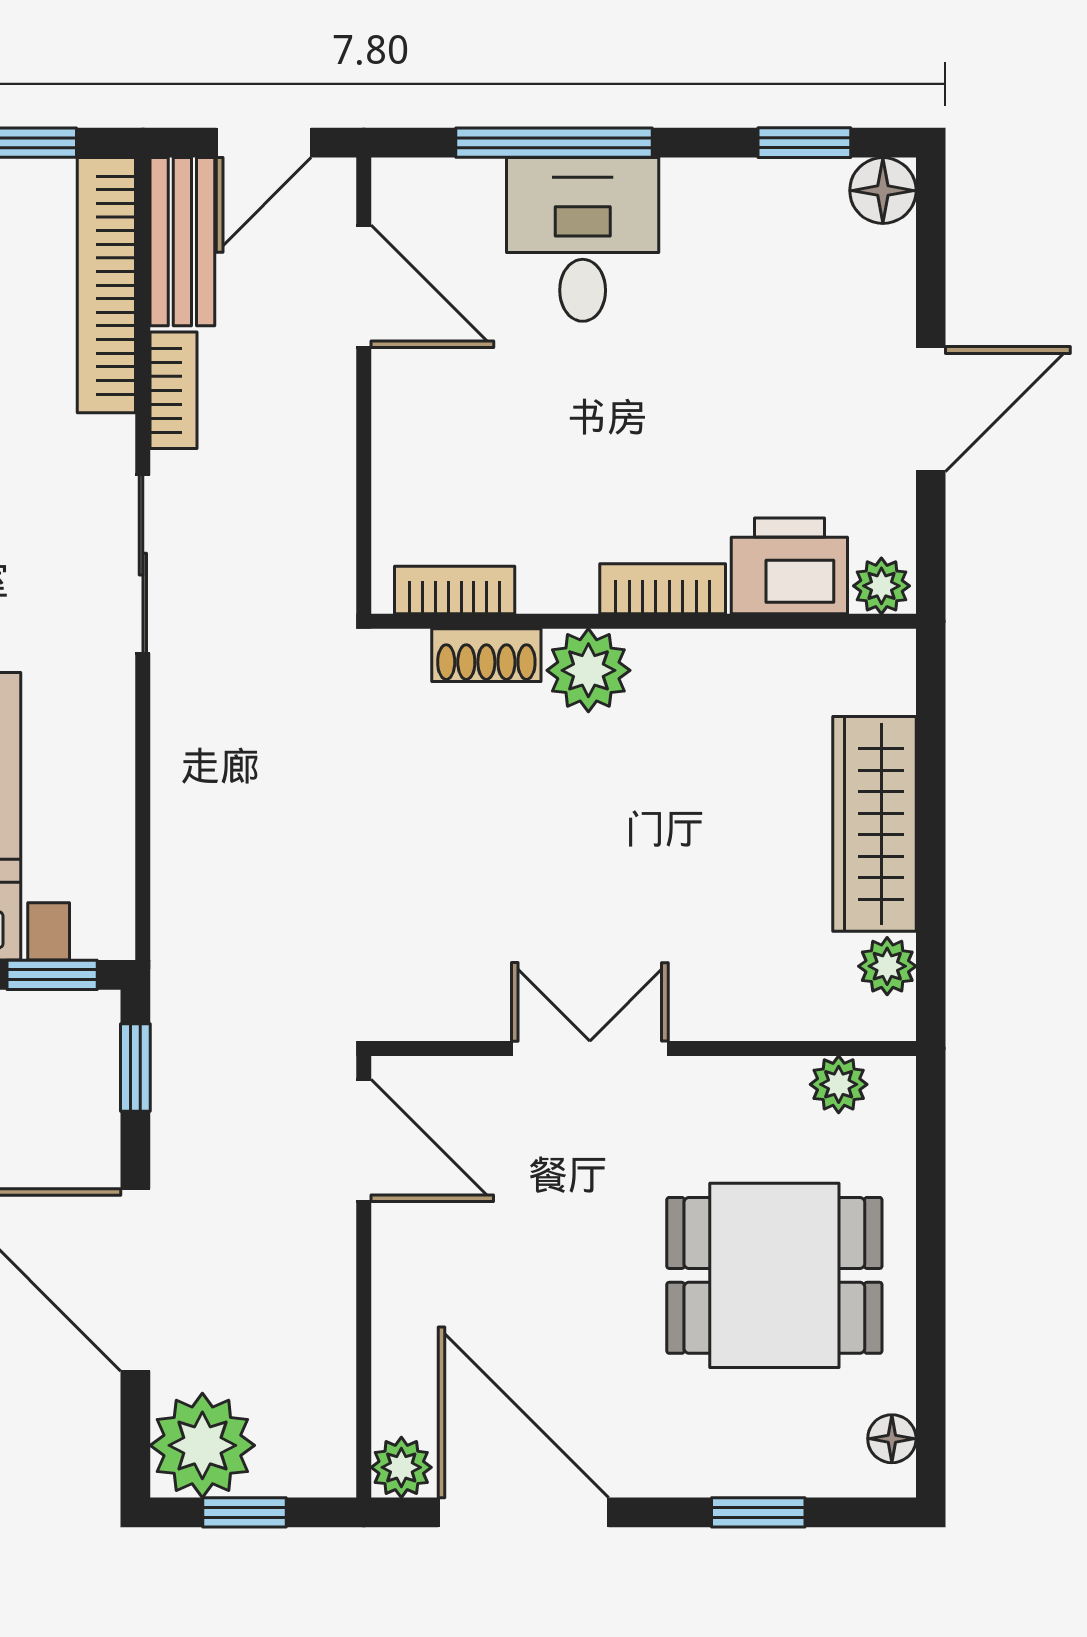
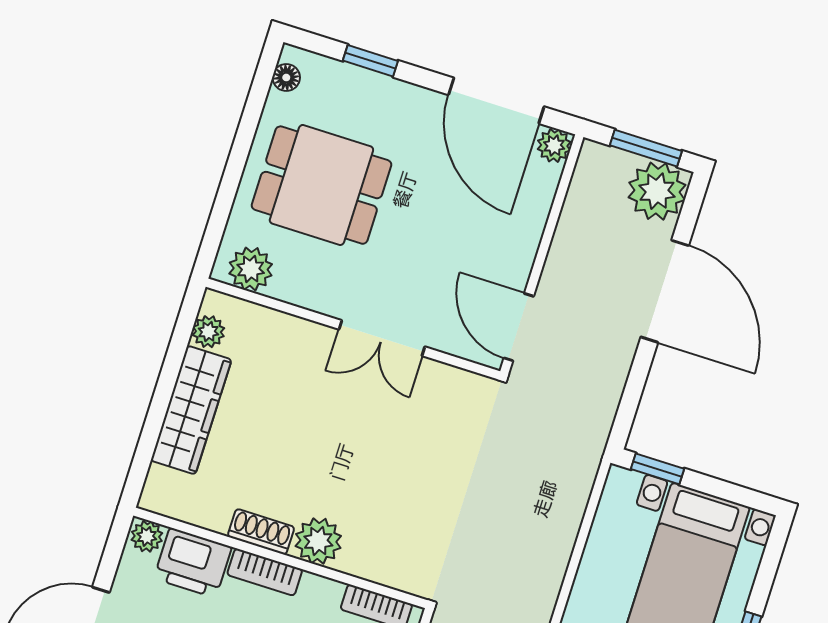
shoe rack: (486, 655) -> (261, 532), moved
window: (135, 1068) -> (629, 405), removed
plant: (839, 1084) -> (251, 269), width x1.38, depth x1.38
window: (245, 1512) -> (646, 148), width x1.50

